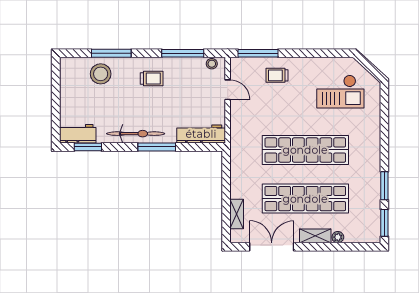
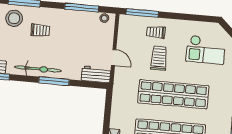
trolley: (152, 78) -> (40, 30), moved
door: (228, 90) -> (114, 57), moved
trolley: (284, 107) -> (159, 58), added
workbench: (201, 134) -> (96, 74), width x0.73

